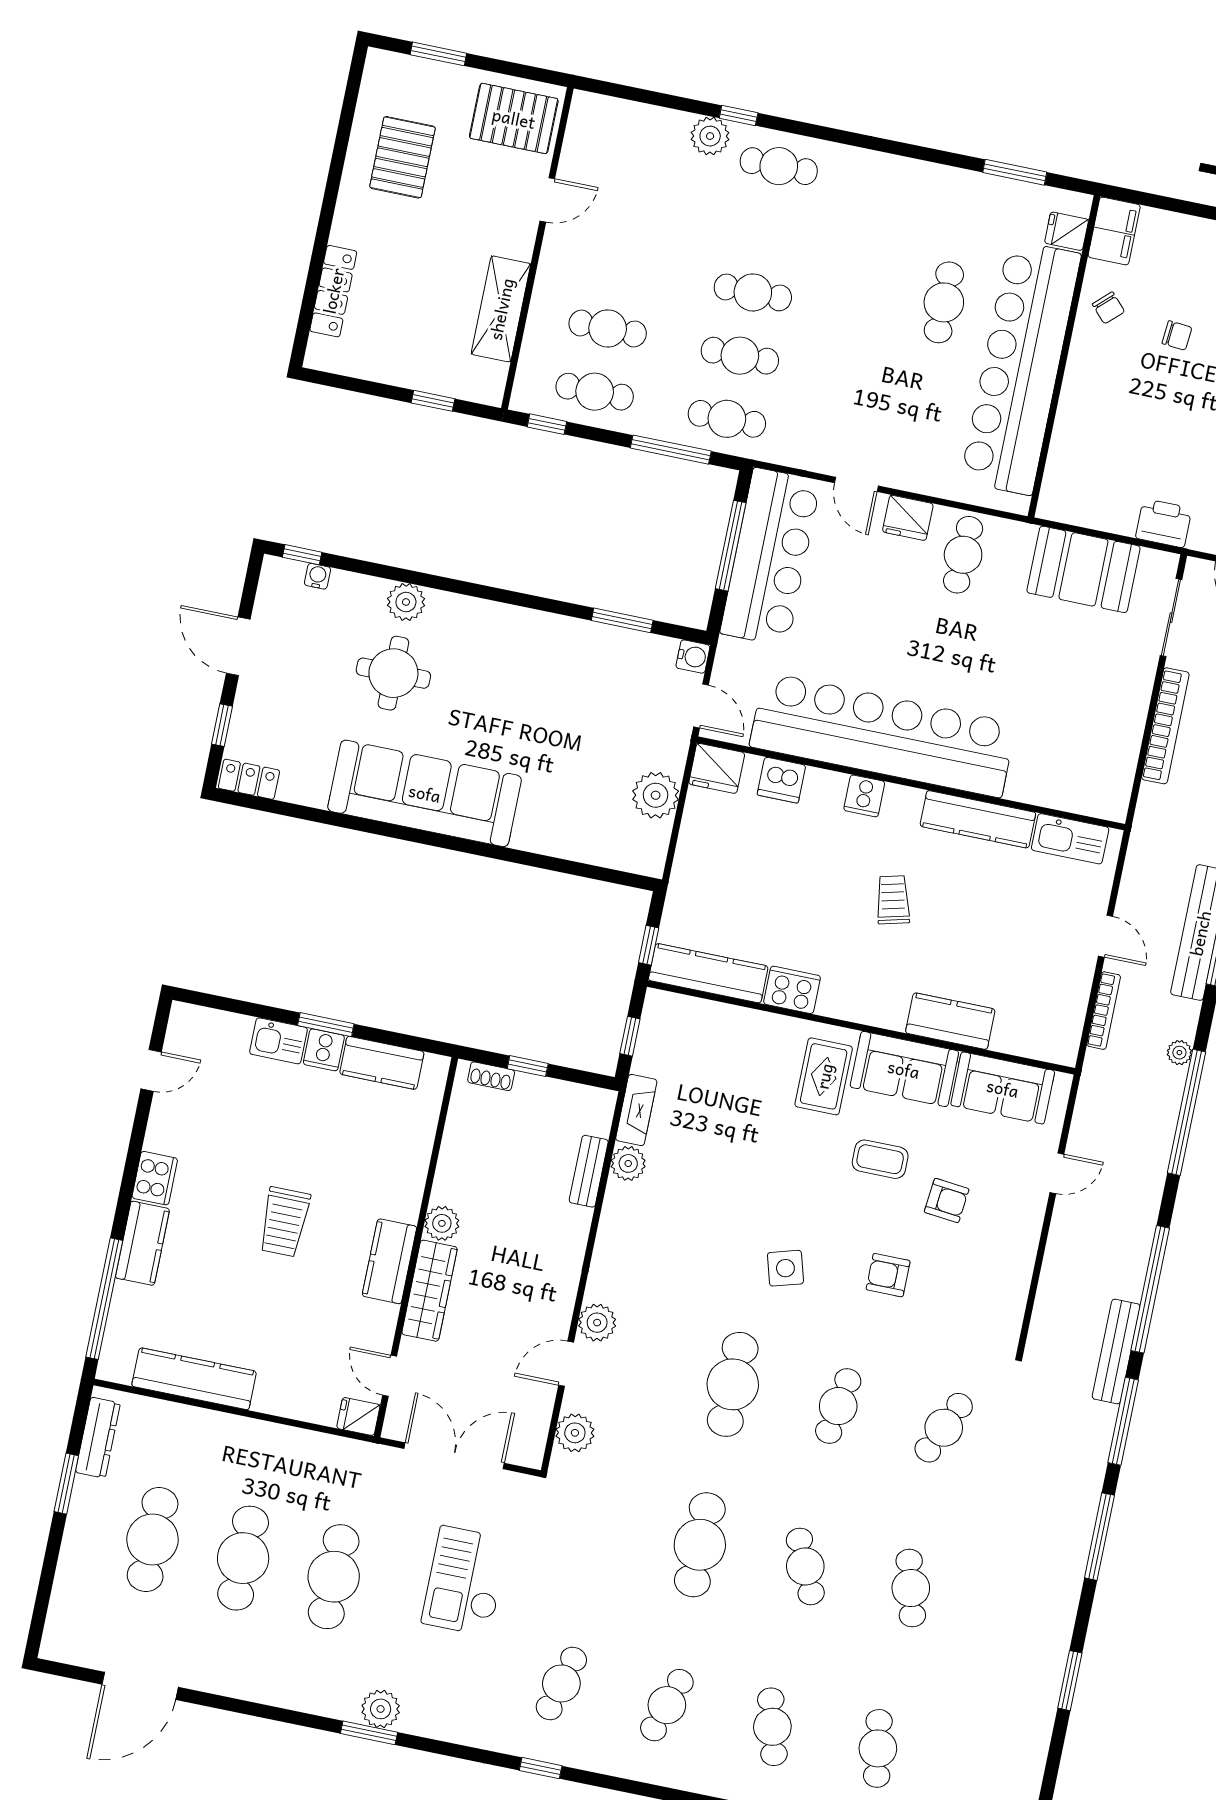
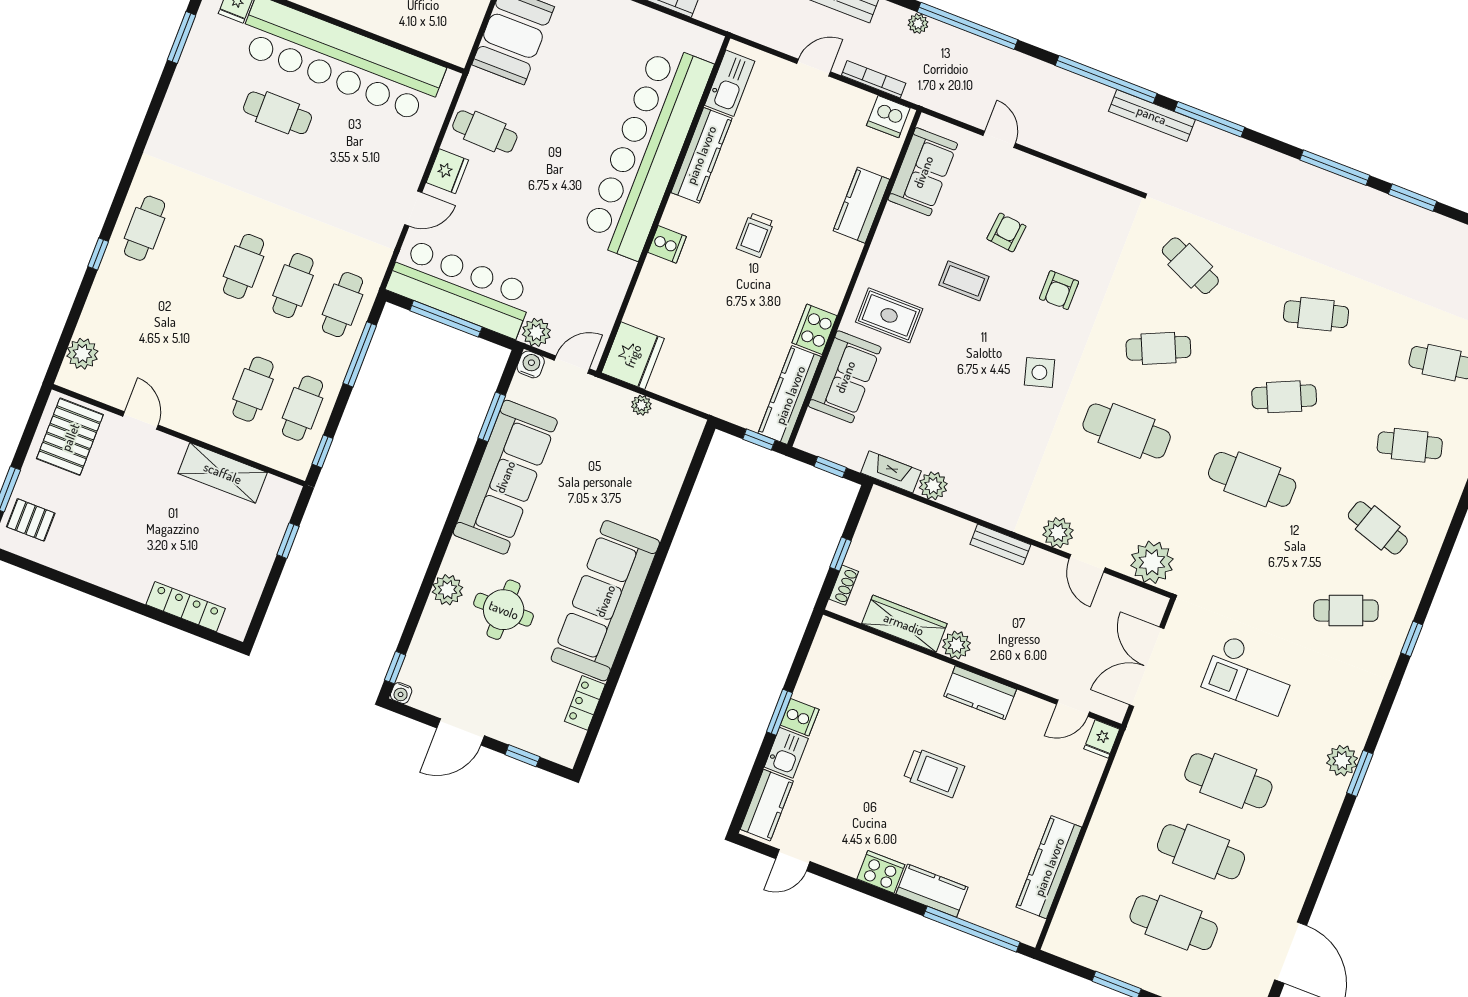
plant: (710, 136) -> (82, 354), moved
pallet: (402, 157) -> (31, 520), moved, width x0.67, depth x0.71
water cooler: (318, 576) -> (401, 693), moved, turned -90
sofa: (553, 649) -> (505, 477), added
plant: (732, 657) -> (536, 332), added
bar counter: (883, 735) -> (647, 152), moved
fridge: (717, 768) -> (633, 356), width x1.36, depth x1.34
locker: (249, 779) -> (585, 703), moved
dishwasher: (781, 780) -> (888, 117), moved, turned 90
plant: (656, 795) -> (641, 405), width x0.53, depth x0.53
trolley: (893, 900) -> (755, 235), turned -76
kitchen counter: (382, 1063) -> (767, 805), moved
sofa: (904, 1069) -> (845, 377), moved
door: (151, 1070) -> (793, 860), swing flipped
coffee table: (880, 1159) -> (964, 281), turned 90
bench: (589, 1171) -> (1000, 544), moved
wardrobe: (430, 1291) -> (904, 624), moved
cafe table: (838, 1406) -> (1158, 348), turned -33
plant: (575, 1433) -> (1152, 562), width x1.36, depth x1.36
dresser: (98, 1438) -> (1084, 953), removed
window: (1099, 1537) -> (1335, 168), moved
cafe table: (561, 1683) -> (1346, 611), turned -36

